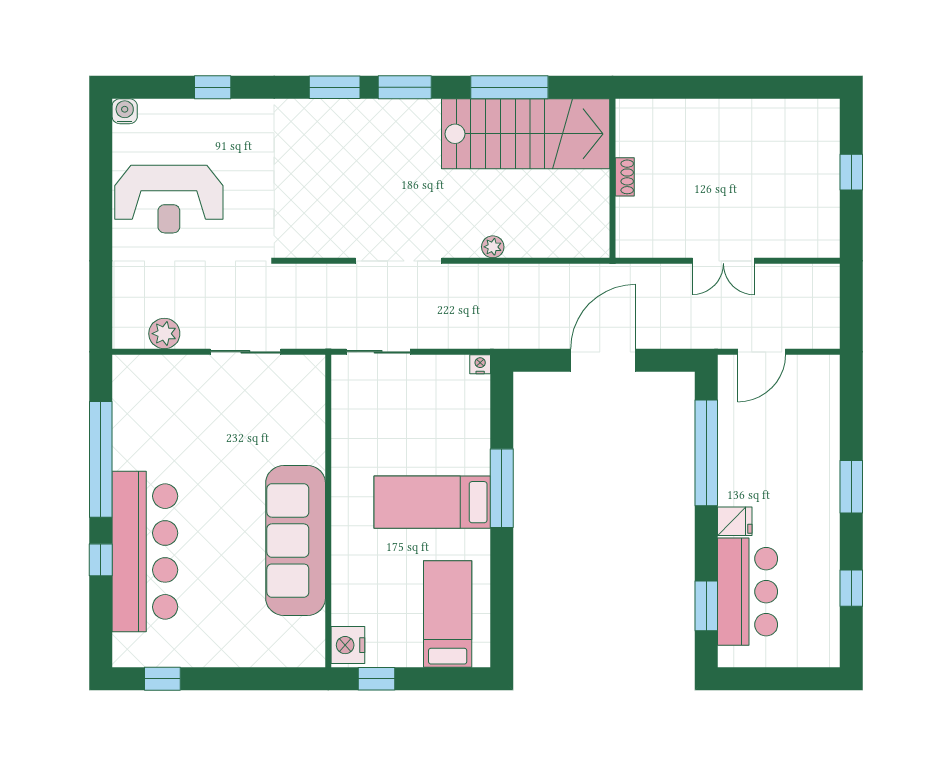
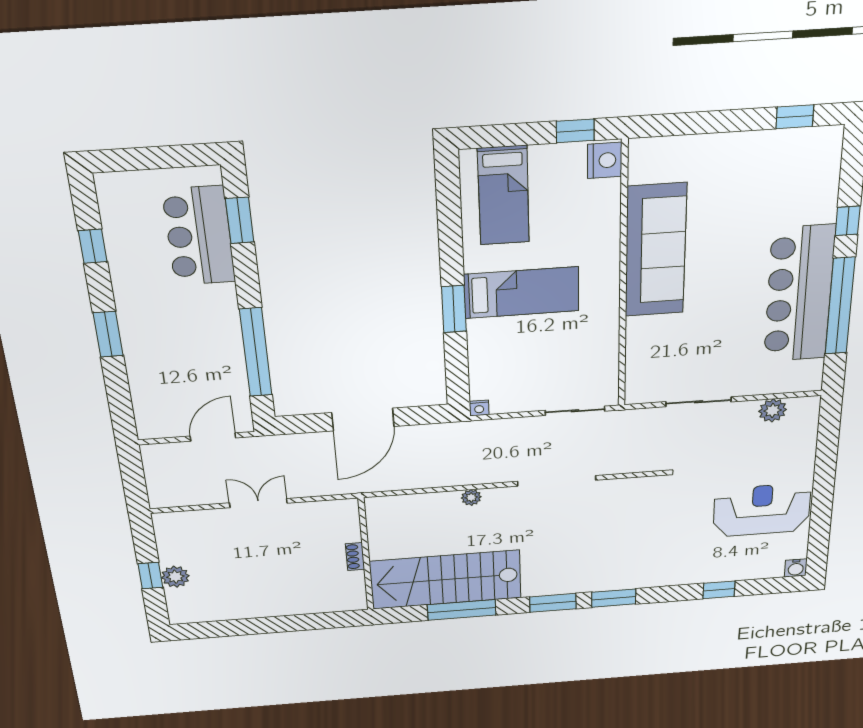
plant: (824, 168) -> (175, 577), added
window: (502, 488) -> (454, 309), width x0.69
fridge: (735, 521) -> (220, 297), removed
bar counter: (145, 551) -> (799, 294), moved

